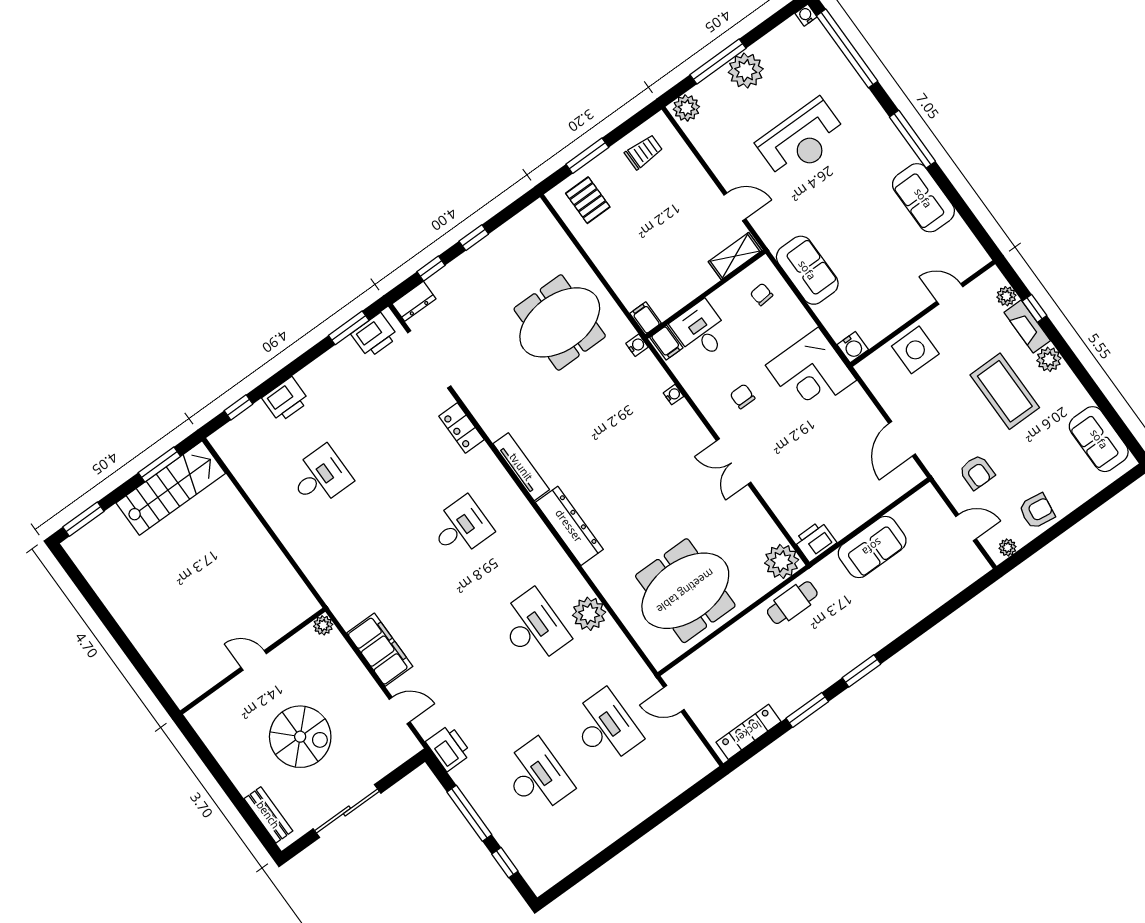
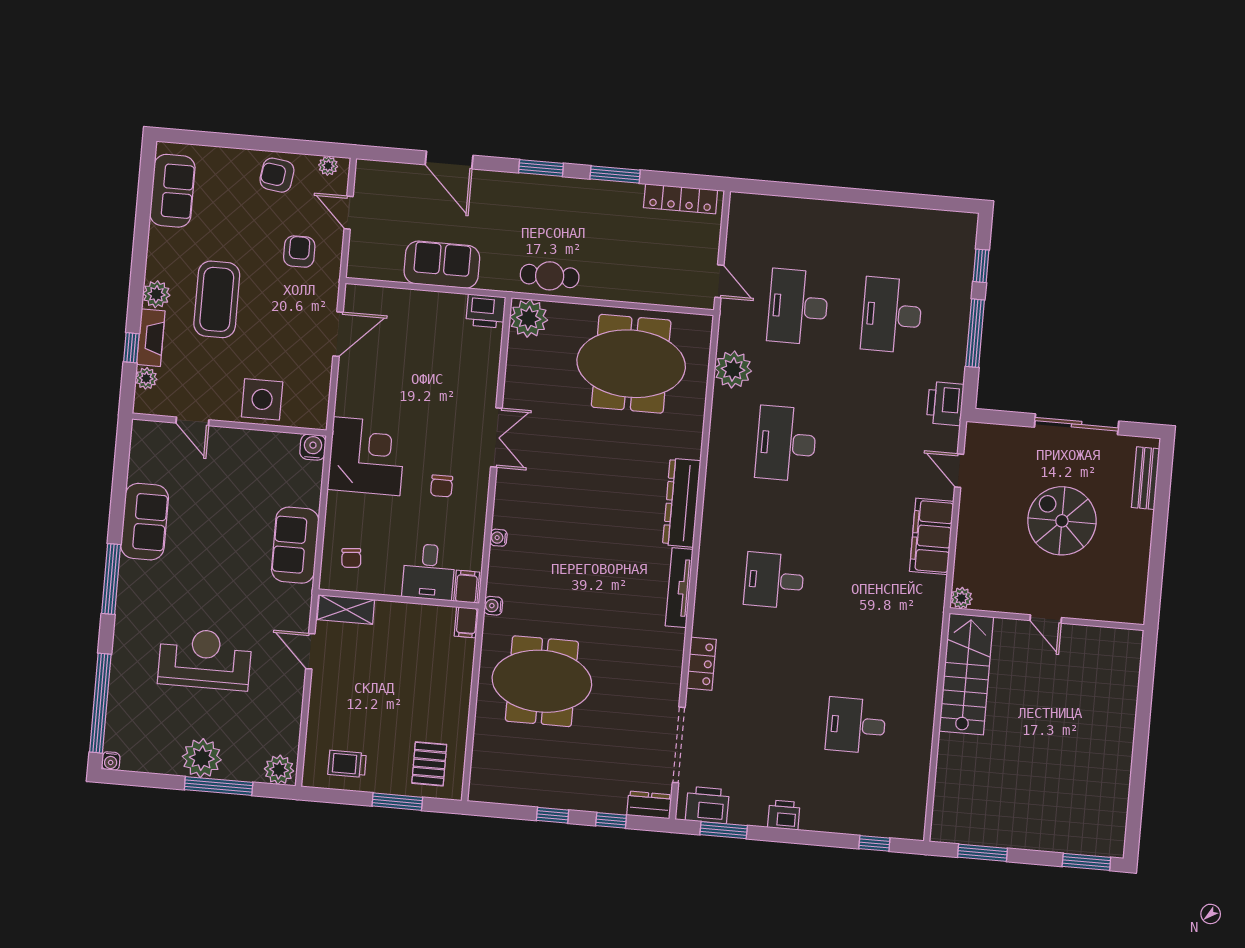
printer: (286, 400) -> (784, 815), moved, width x0.73, depth x0.81
stairs: (171, 488) -> (966, 674), moved, turned 90
plant: (589, 614) -> (733, 369), moved
door: (929, 622) -> (449, 160), added

